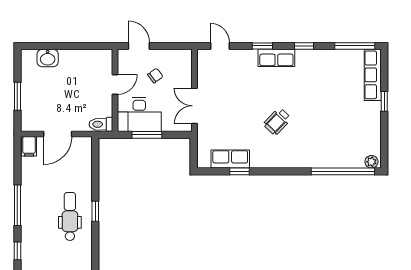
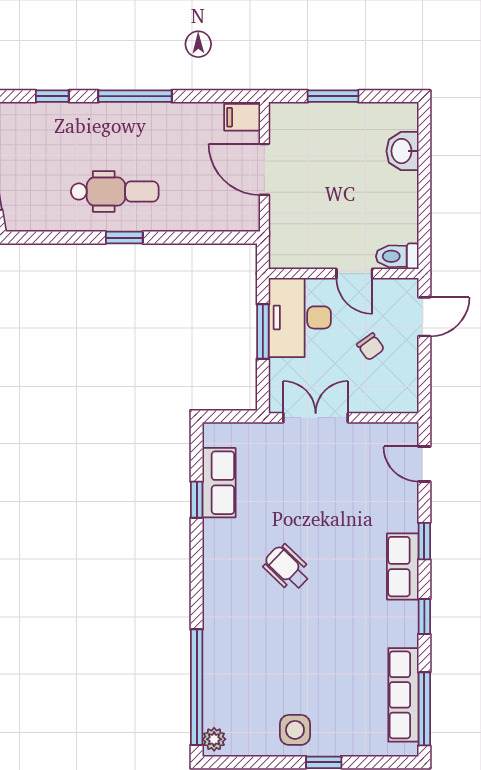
door: (220, 46) -> (424, 464), swing flipped
row of seats: (373, 75) -> (403, 695), moved, turned -90
side table: (366, 117) -> (295, 730), added
toilet: (101, 124) -> (397, 256), moved, turned -90

